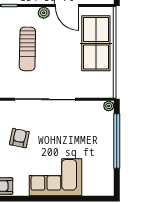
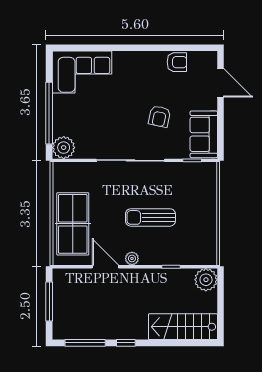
sun lounger: (27, 49) -> (150, 217), turned -91
plant: (109, 106) -> (64, 148), width x1.88, depth x1.88
corner sofa: (56, 177) -> (82, 72), moved

